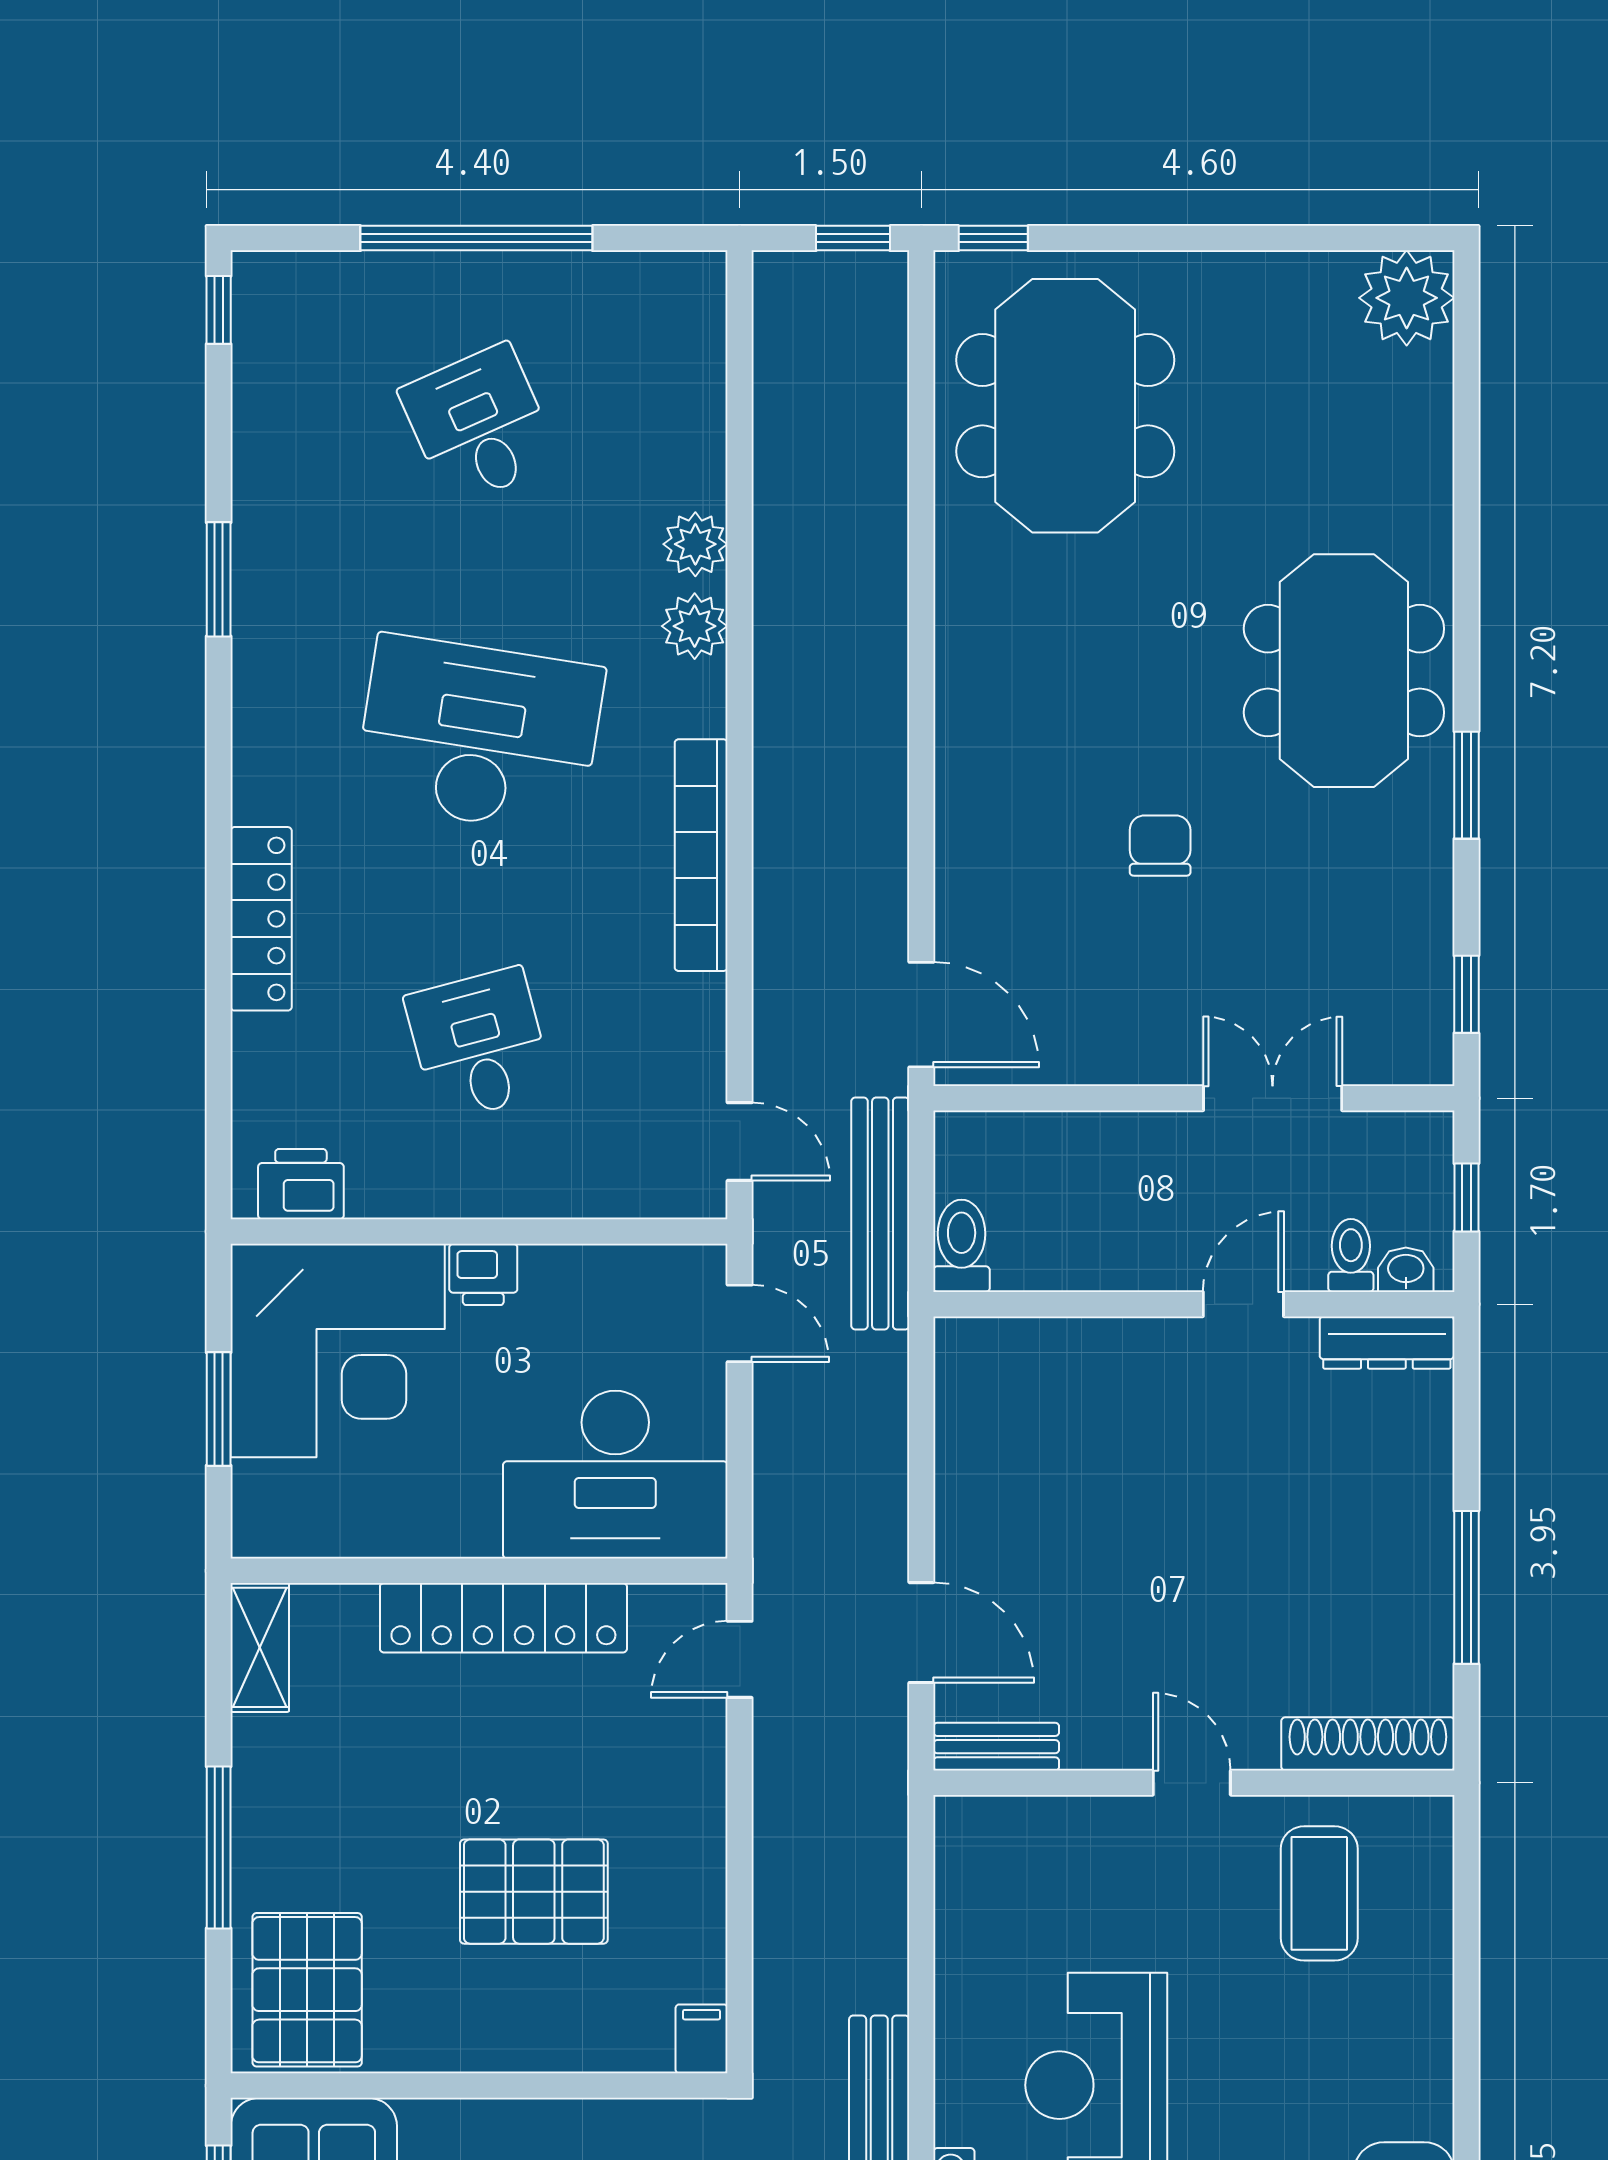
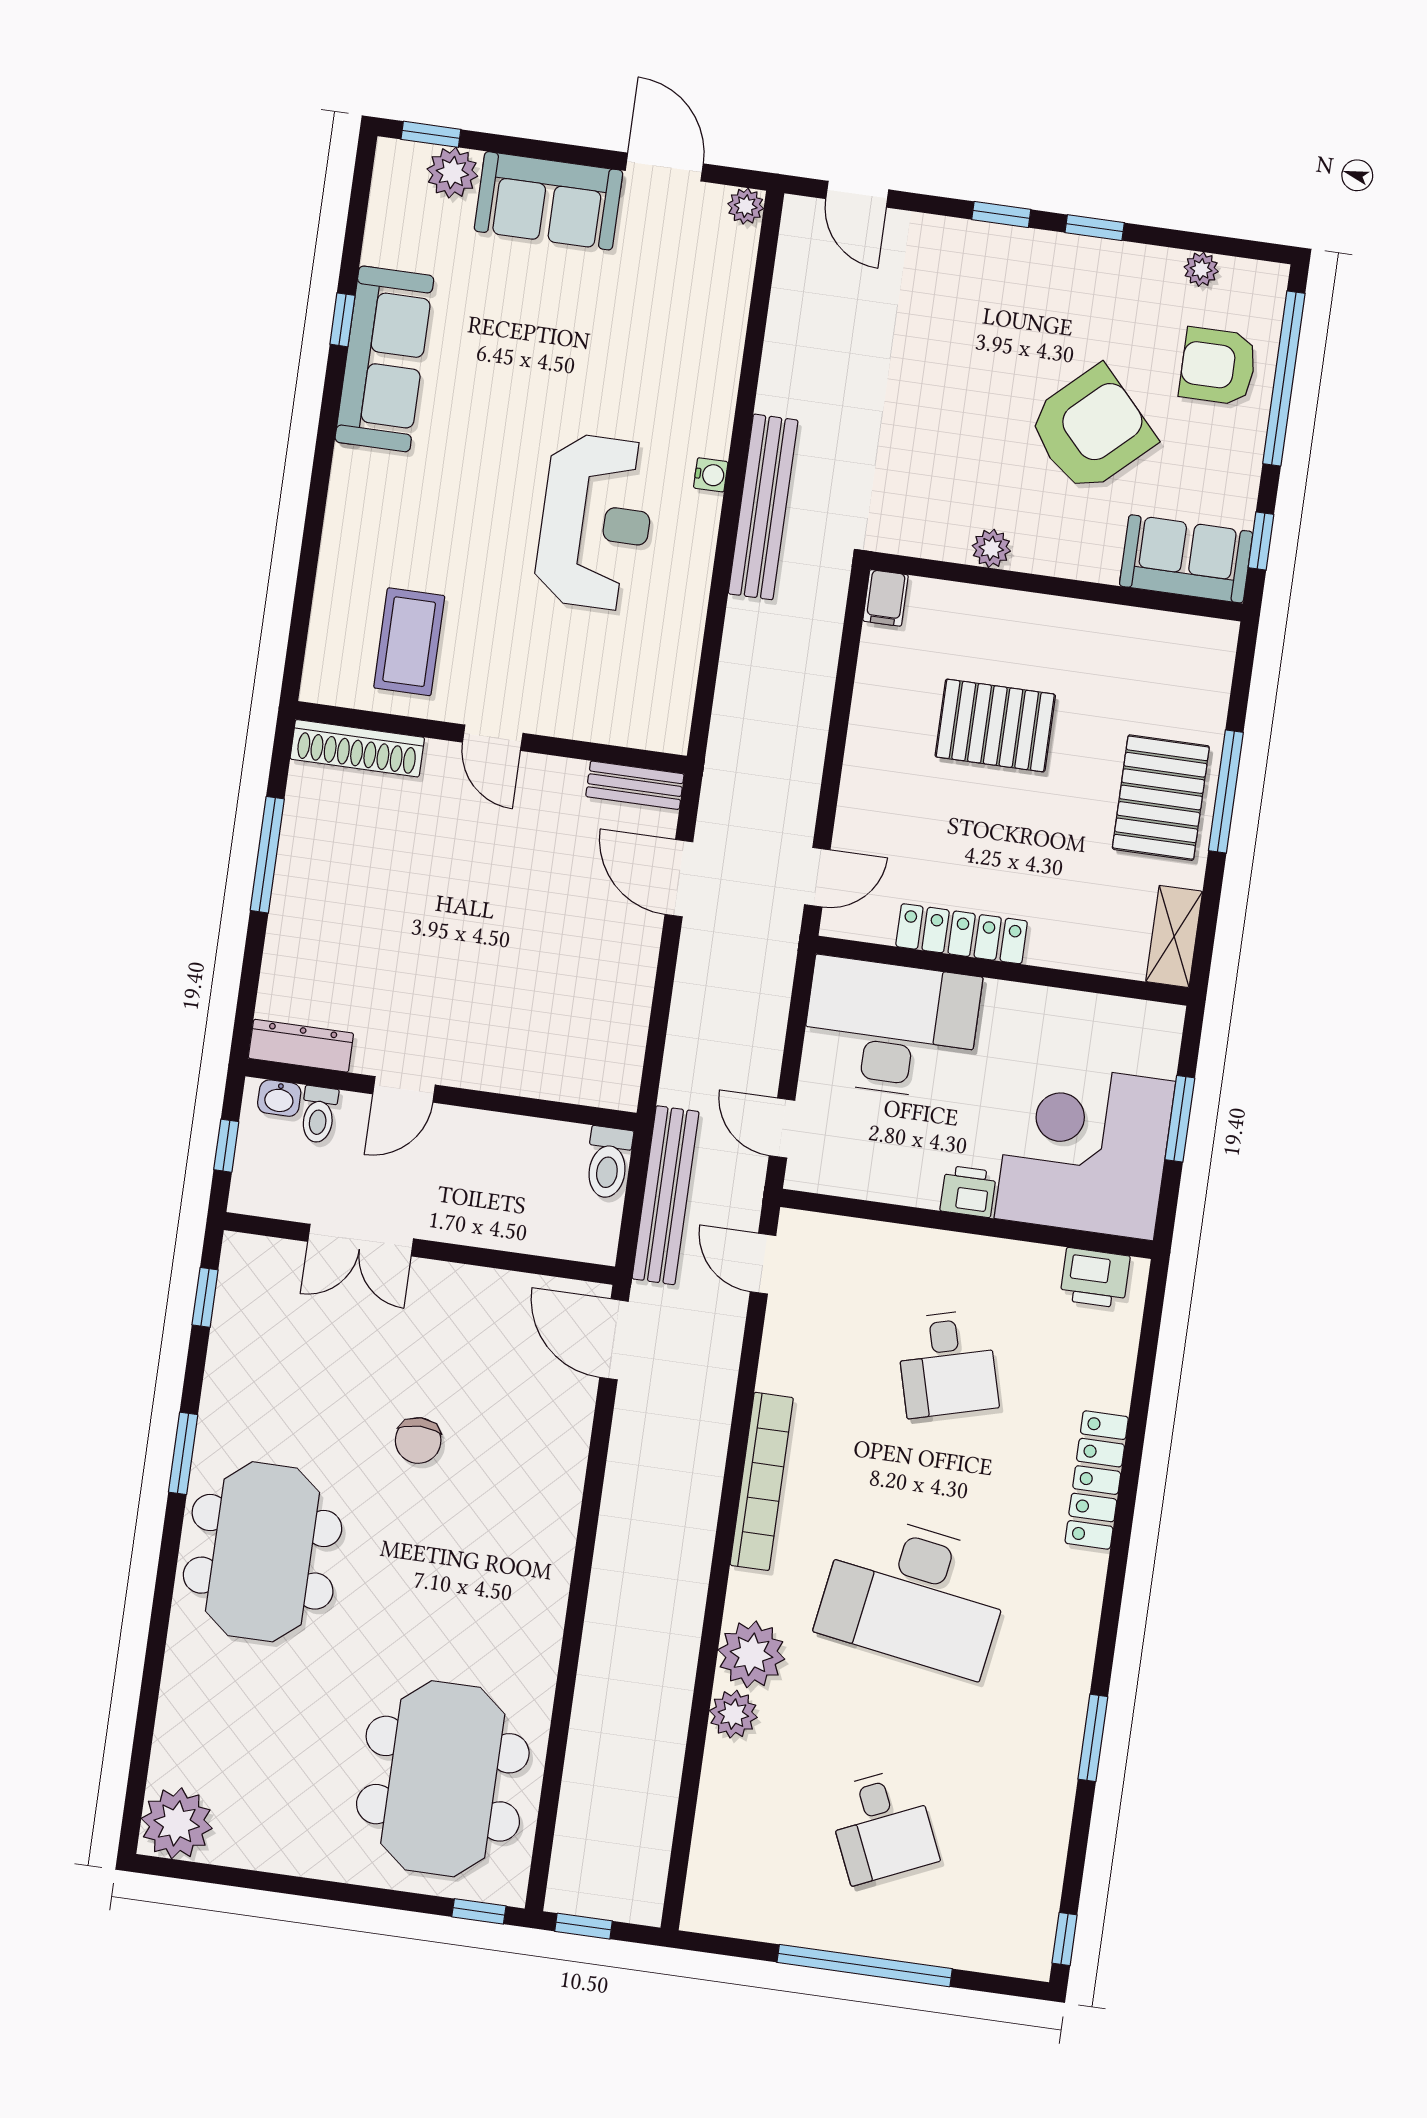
plant: (695, 626) -> (751, 1654), width x1.36, depth x1.36
locker: (503, 1618) -> (962, 934), width x0.71, depth x0.83
pallet: (307, 1990) -> (1161, 798), moved
plant: (572, 2124) -> (991, 548), added

